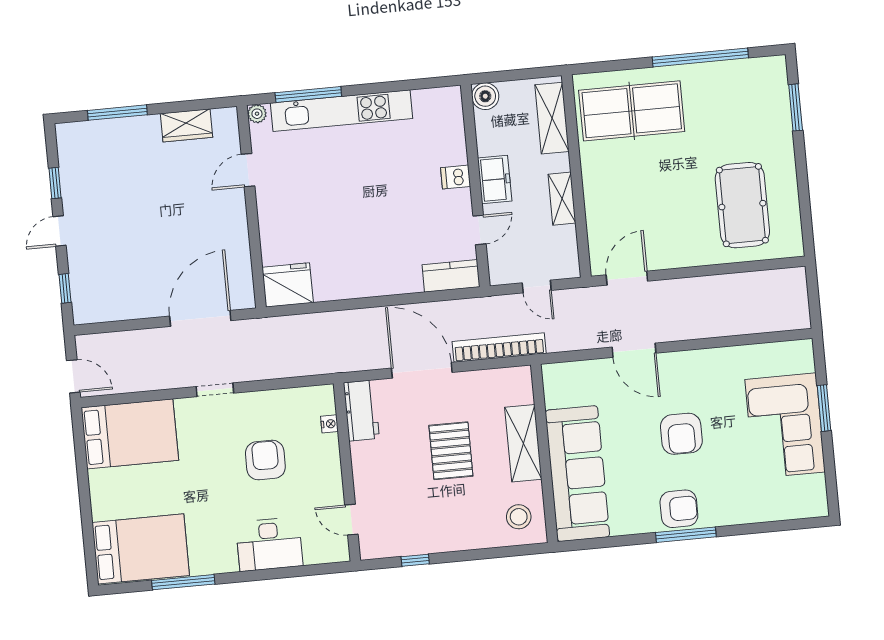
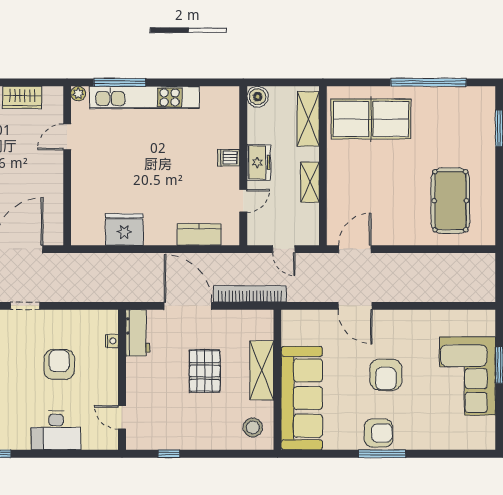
kitchen counter: (451, 276) -> (199, 234), moved
fridge: (288, 285) -> (124, 229), moved

